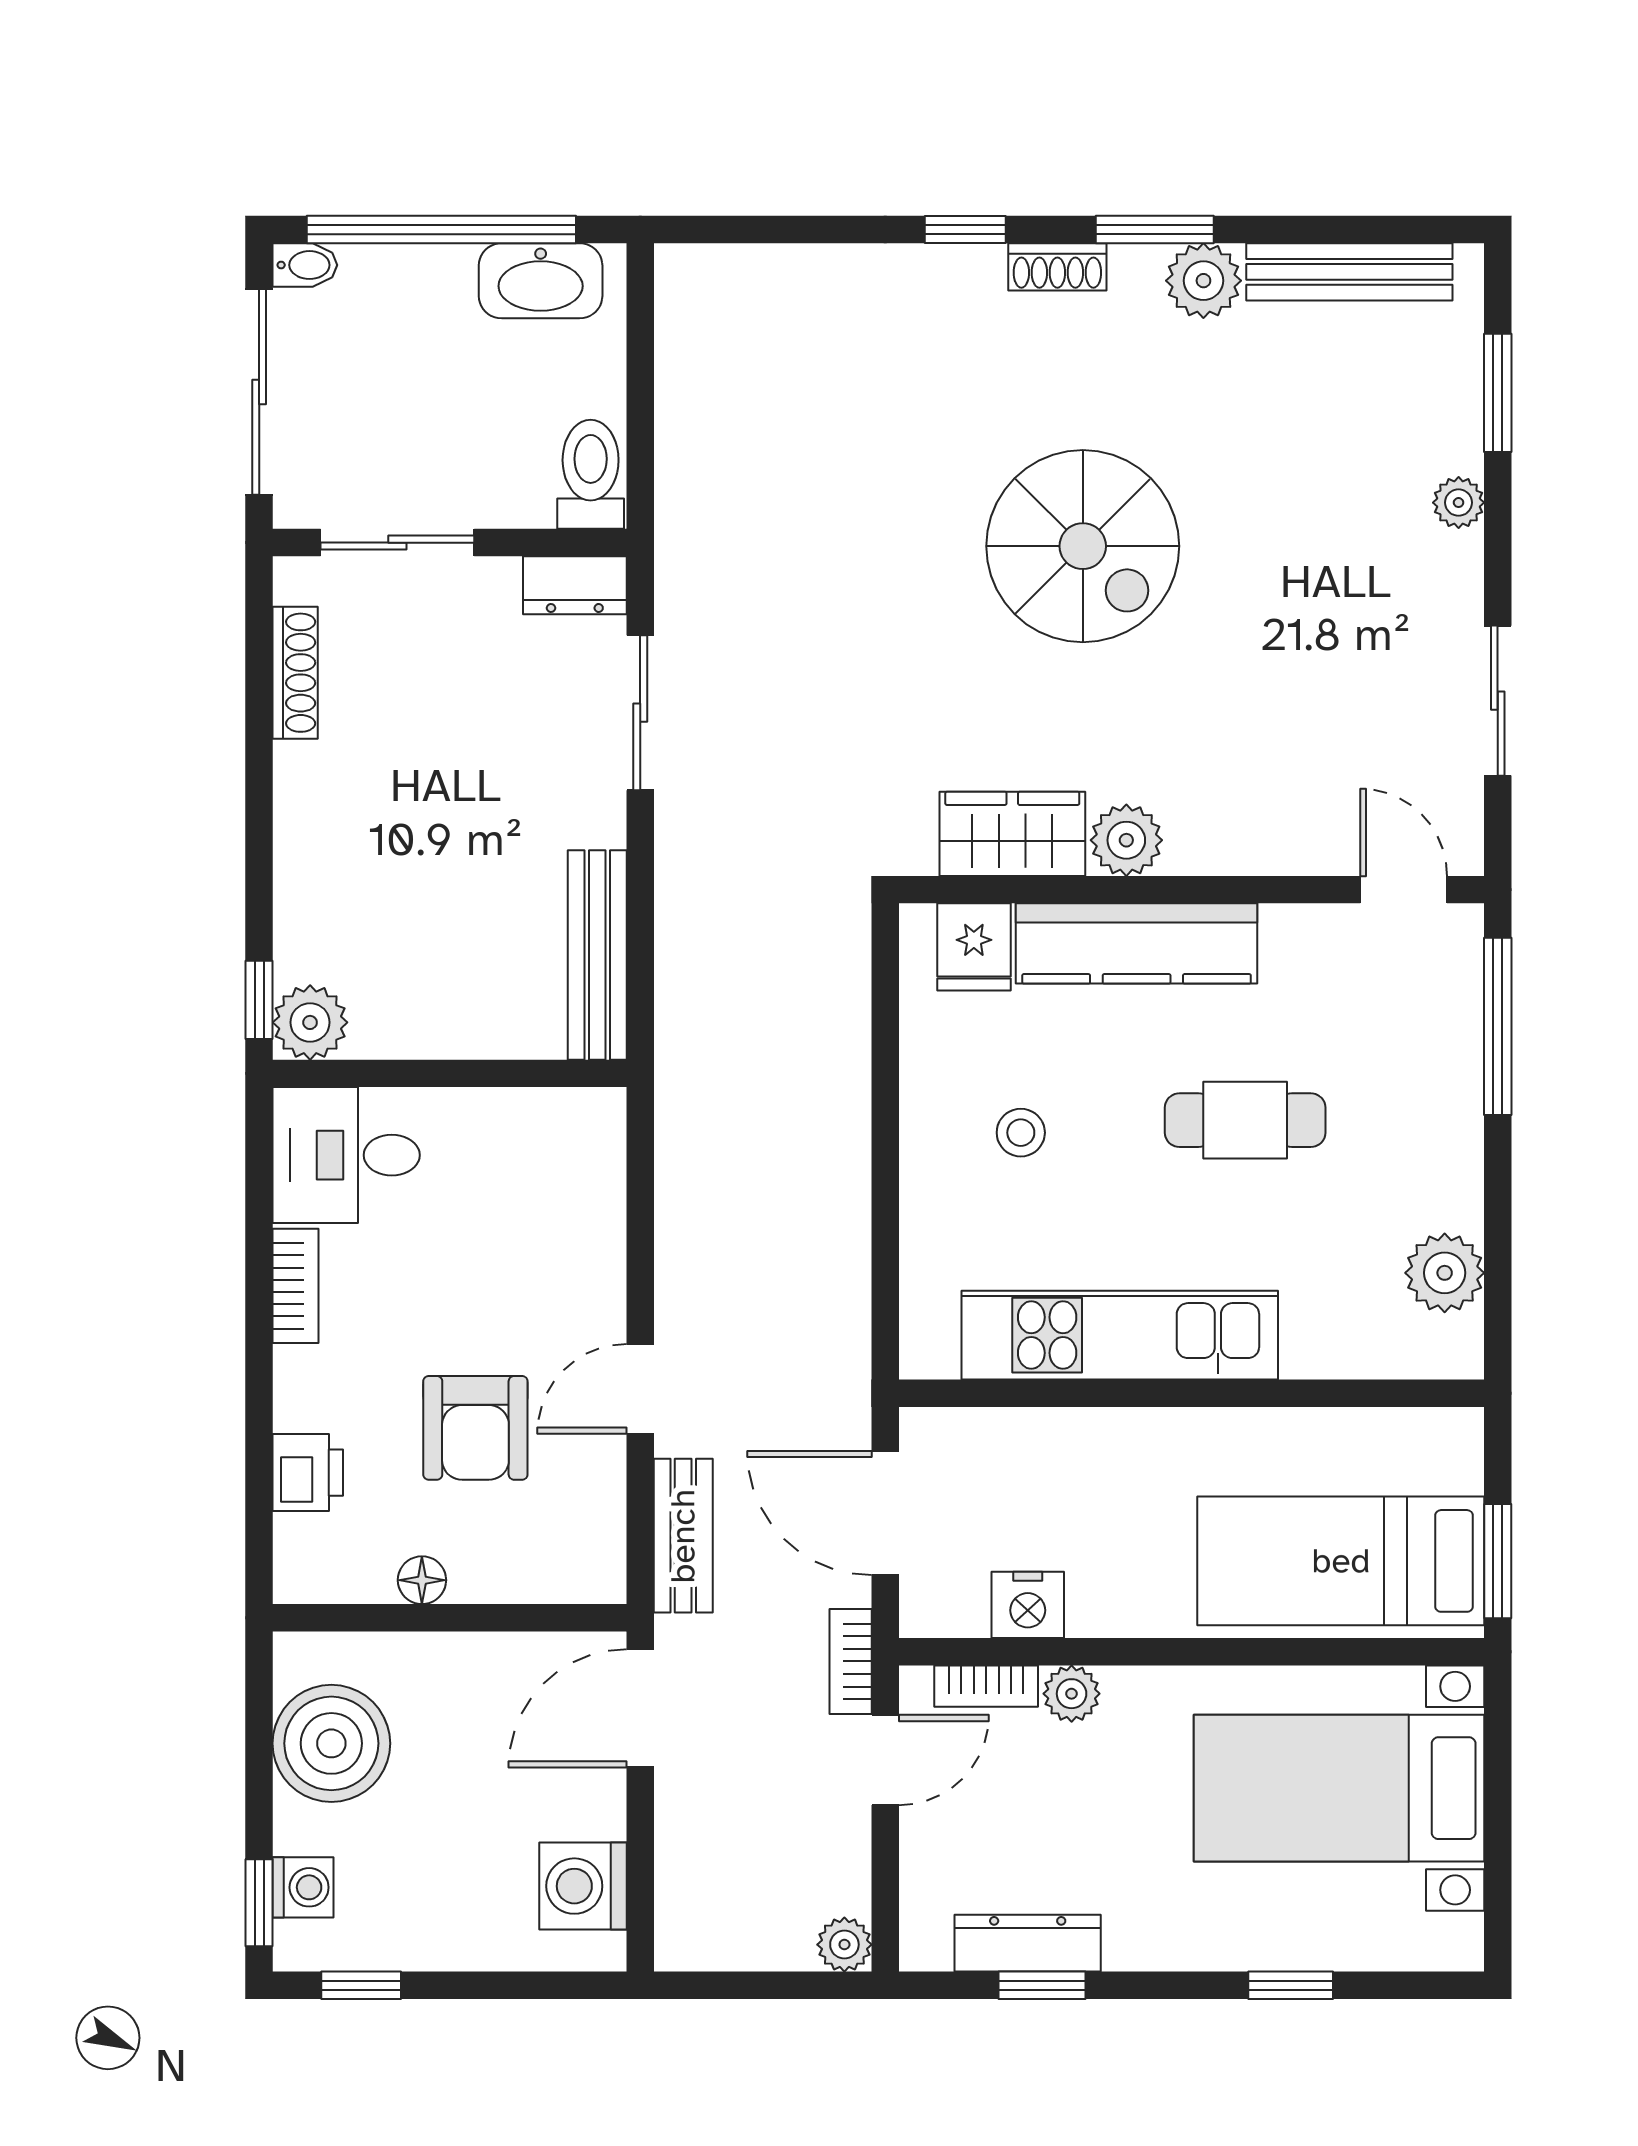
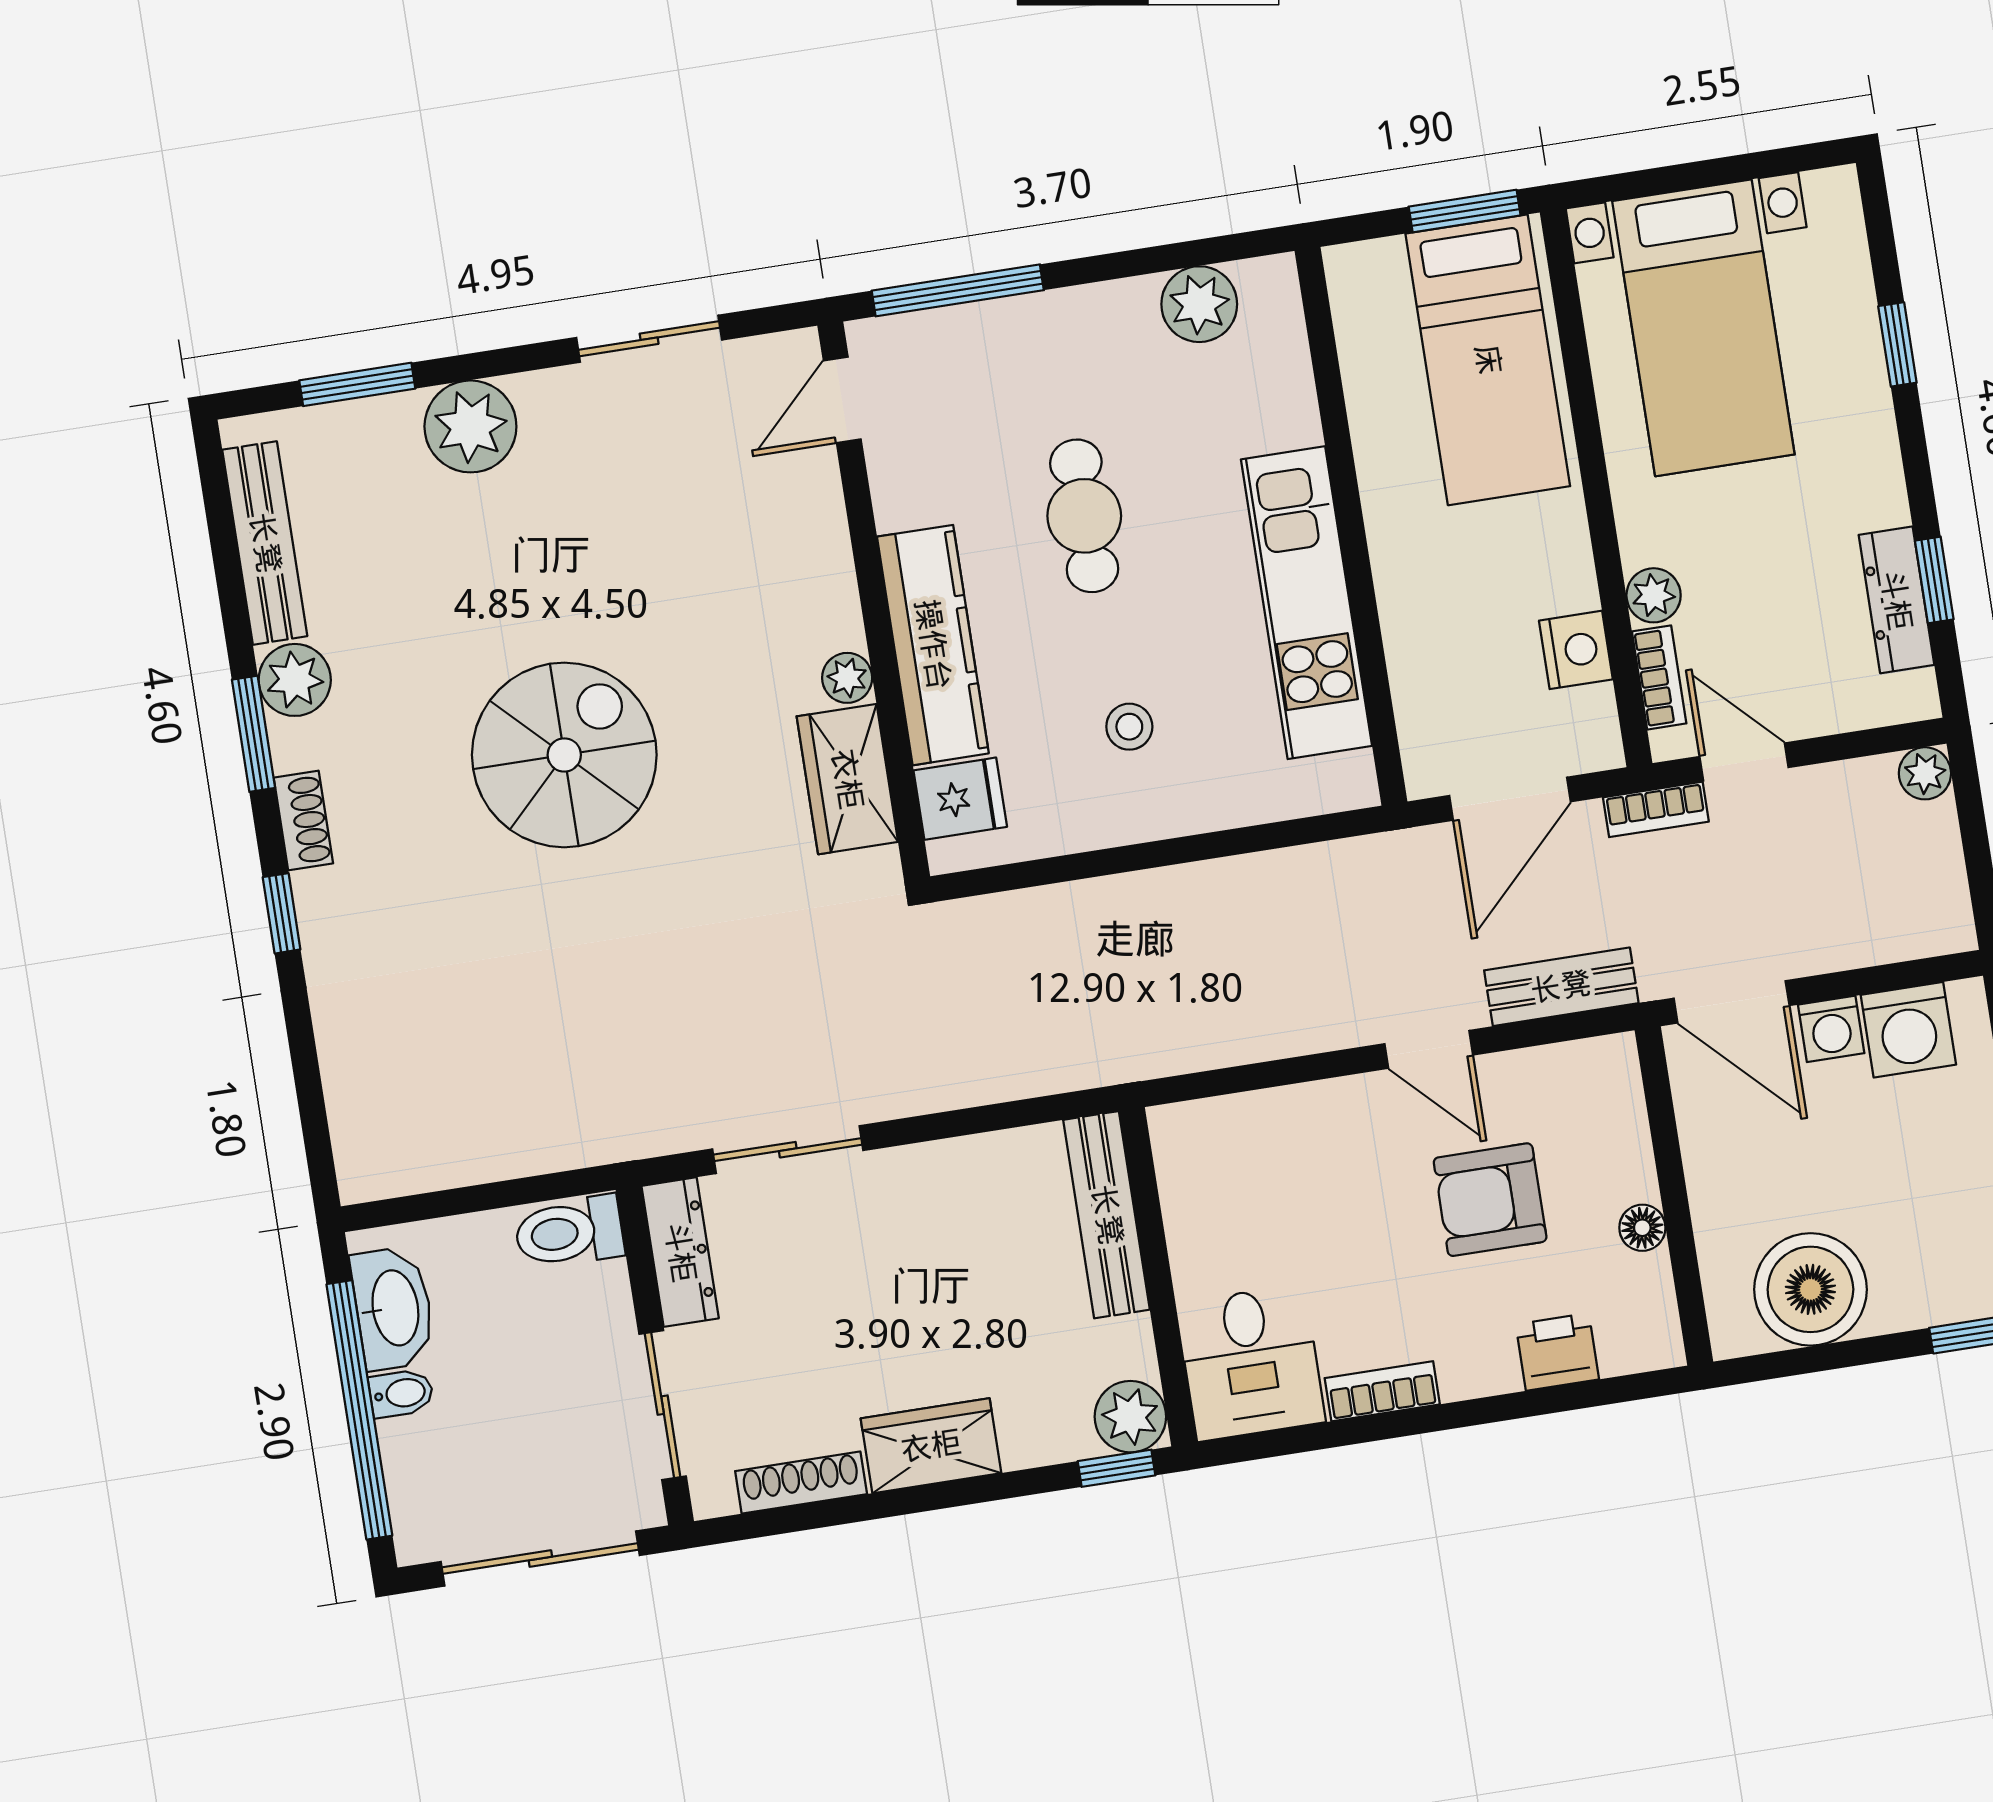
bidet: (305, 265) -> (401, 1393), moved, turned 90
plant: (1459, 503) -> (470, 426), width x1.88, depth x1.88
dresser: (575, 585) -> (680, 1252), width x1.44
wardrobe: (312, 812) -> (931, 1446), added
plant: (1126, 840) -> (847, 678), width x0.73, depth x0.73
bench: (597, 955) -> (1107, 1215), moved, turned 90
armchair: (475, 1428) -> (1490, 1200), turned 180
washing machine: (303, 1887) -> (1831, 1029), moved, turned 180

